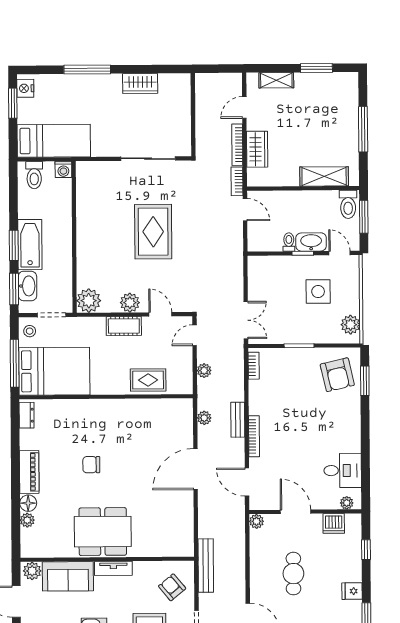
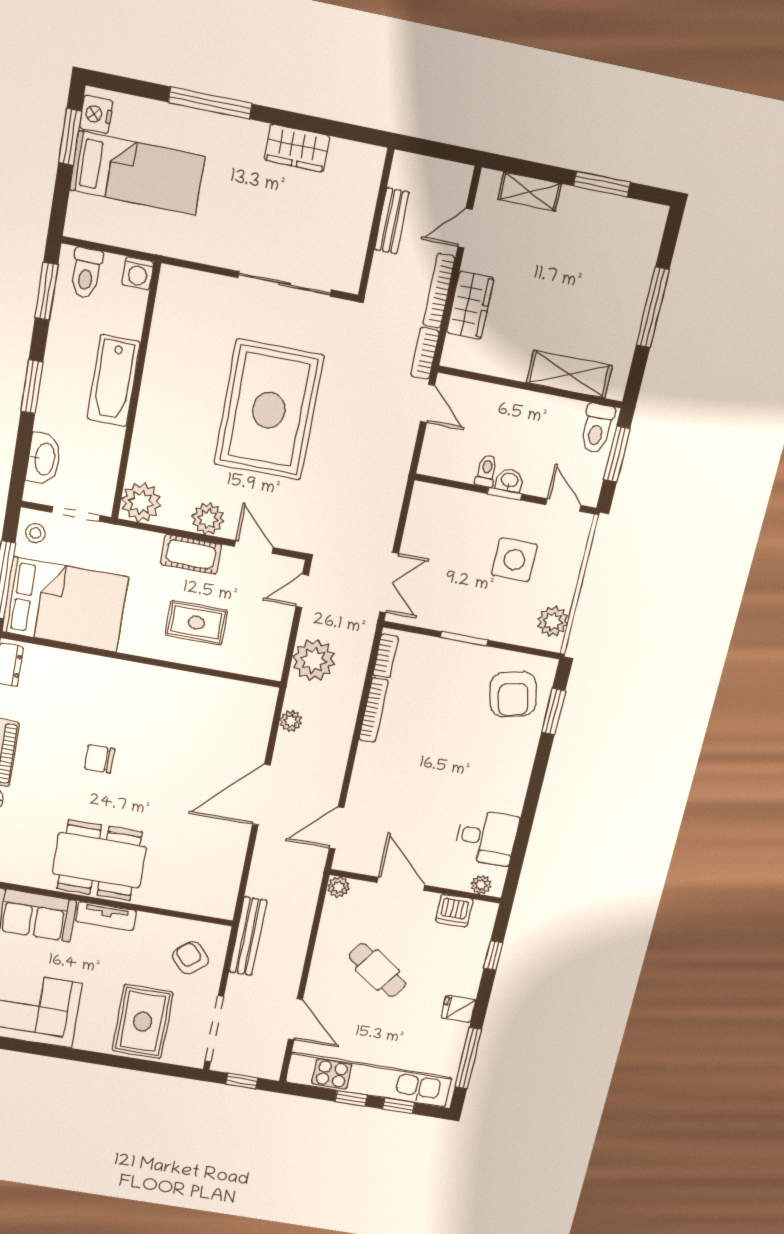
bed: (54, 141) -> (137, 173), moved
rug: (153, 232) -> (269, 410), width x1.37, depth x1.44
washbasin: (311, 242) -> (510, 481), width x0.52, depth x0.69
bathtub: (30, 245) -> (114, 381), moved, turned 180
window: (14, 289) -> (46, 291), moved
plant: (204, 371) -> (314, 660), width x1.88, depth x1.88
rug: (148, 380) -> (196, 623), moved
bench: (238, 420) -> (392, 221), moved
bookcase: (254, 436) -> (374, 710), moved
door: (247, 482) -> (337, 828), hinge flipped
cafe table: (293, 574) -> (377, 970), turned -55

